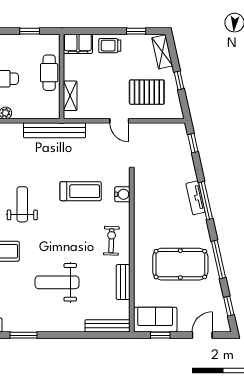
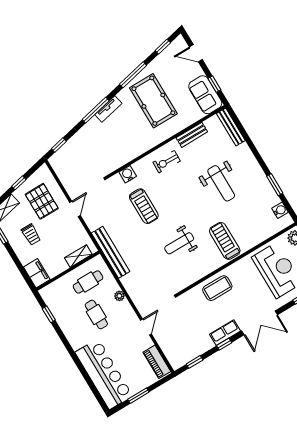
trolley: (110, 46) -> (31, 234), moved
cafe table: (49, 73) -> (88, 282), moved
treadmill: (81, 191) -> (144, 206), turned 180
tv unit: (195, 198) -> (108, 109), moved

